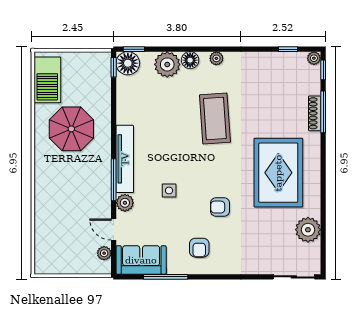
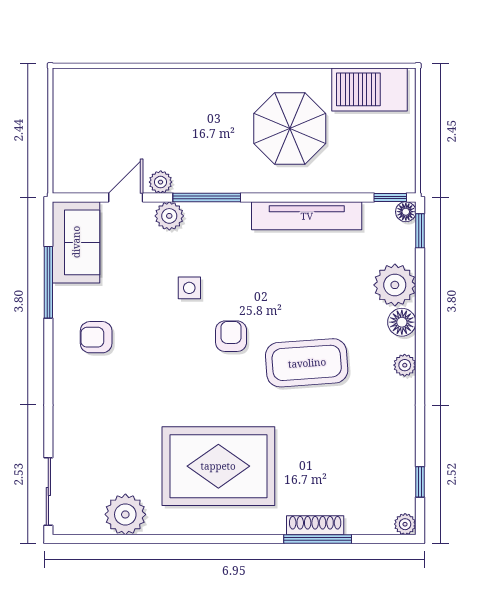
floor lamp: (128, 63) -> (406, 212), width x0.53, depth x0.53
window: (323, 70) -> (386, 539), removed
tv unit: (125, 159) -> (307, 216), moved
armchair: (220, 207) -> (231, 336), moved
plant: (104, 253) -> (161, 182), moved

